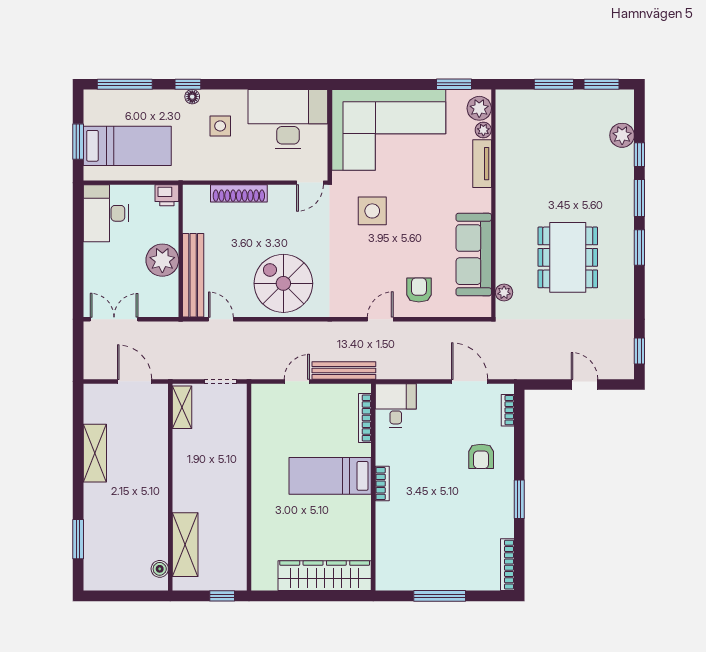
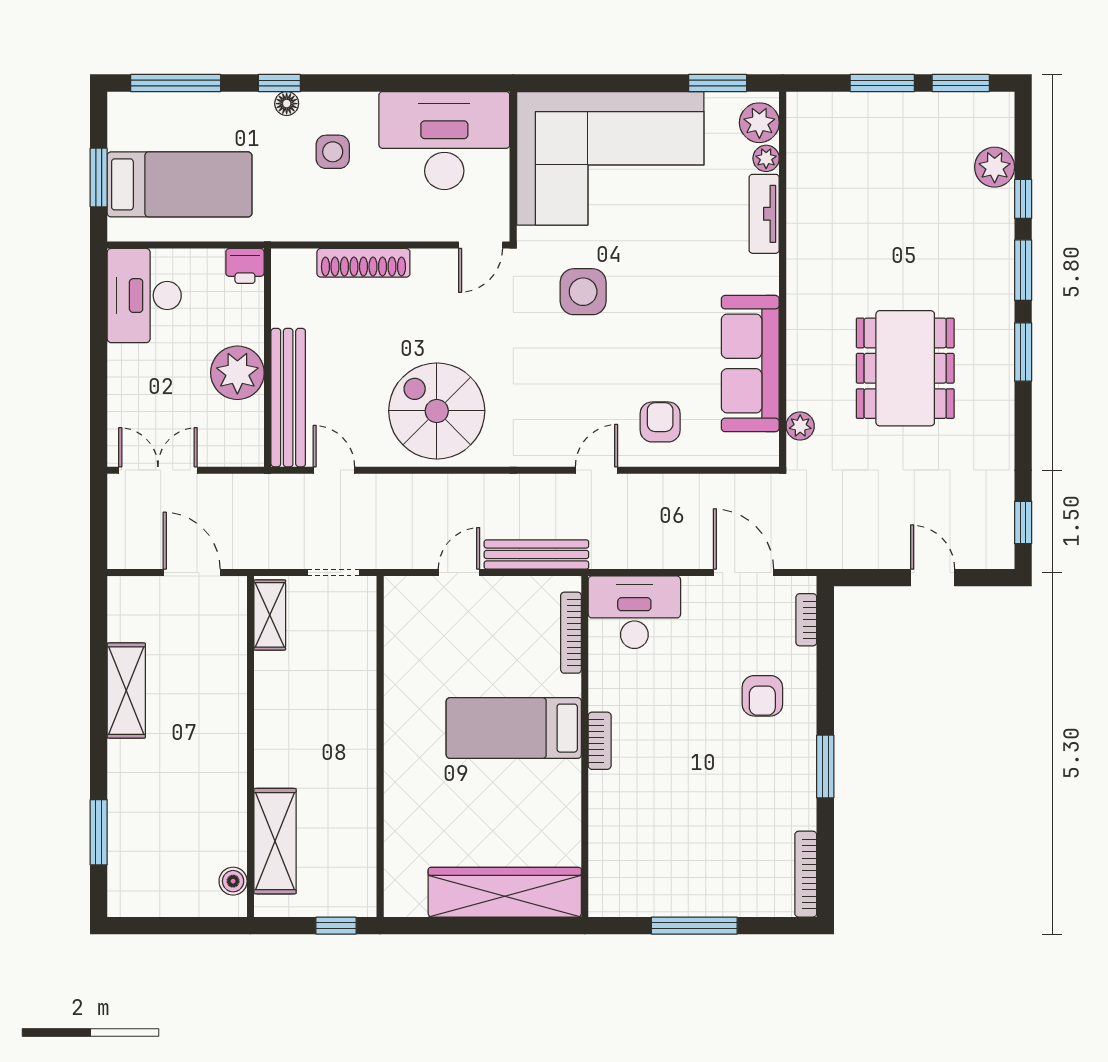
desk: (396, 406) -> (634, 612), width x1.37

